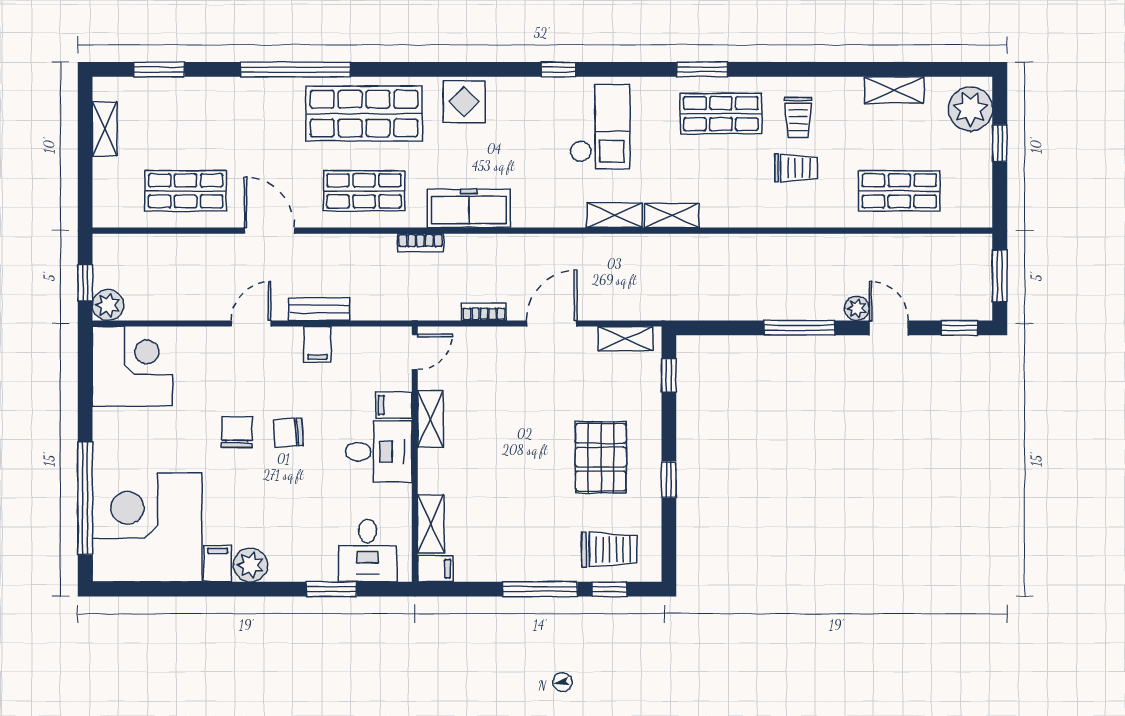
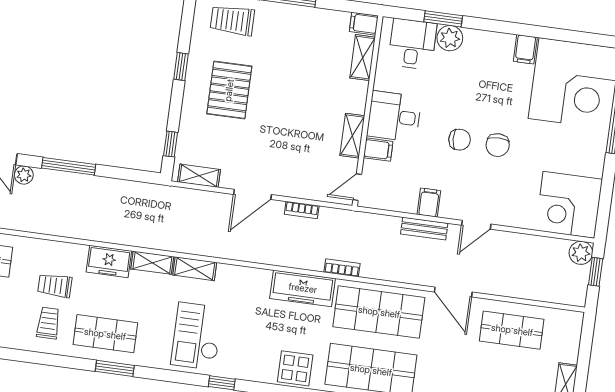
shop shelf: (364, 191) -> (379, 312), width x1.43, depth x1.36
freezer: (729, 209) -> (109, 261), added
plant: (251, 565) -> (450, 38), moved

